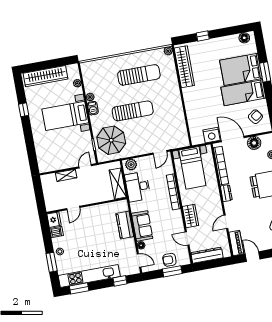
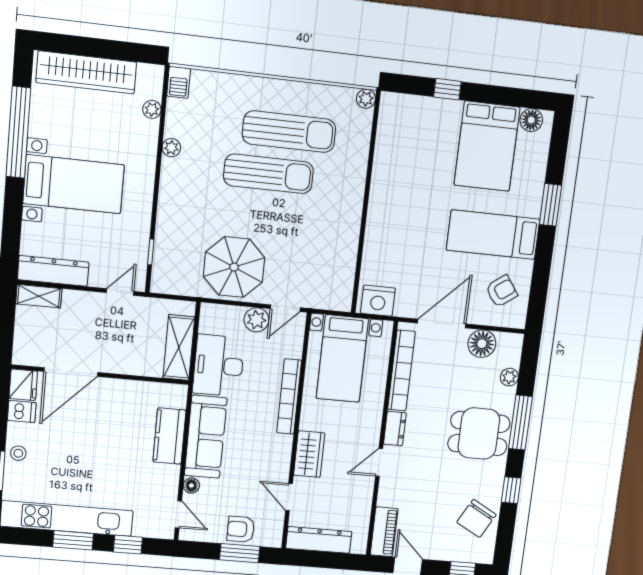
wardrobe: (184, 67) -> (389, 143), removed
bed: (241, 69) -> (487, 146), moved, turned -90
barbecue: (93, 108) -> (179, 82), moved
window: (24, 110) -> (18, 132), width x3.17
sun lounger: (133, 111) -> (268, 174), moved
bed with nightstands: (65, 116) -> (74, 184), moved, turned 180
nightstand: (211, 135) -> (378, 301), moved
door: (233, 139) -> (442, 324), hinge flipped
parasol: (111, 140) -> (234, 267), moved
dresser: (54, 165) -> (53, 271), added
plant: (131, 165) -> (256, 320), moved
shelving: (66, 175) -> (39, 296), moved
door: (73, 208) -> (71, 372), width x1.87
door: (226, 222) -> (379, 463), moved
sofa: (142, 226) -> (206, 437), width x1.36
window: (79, 288) -> (73, 540), moved

